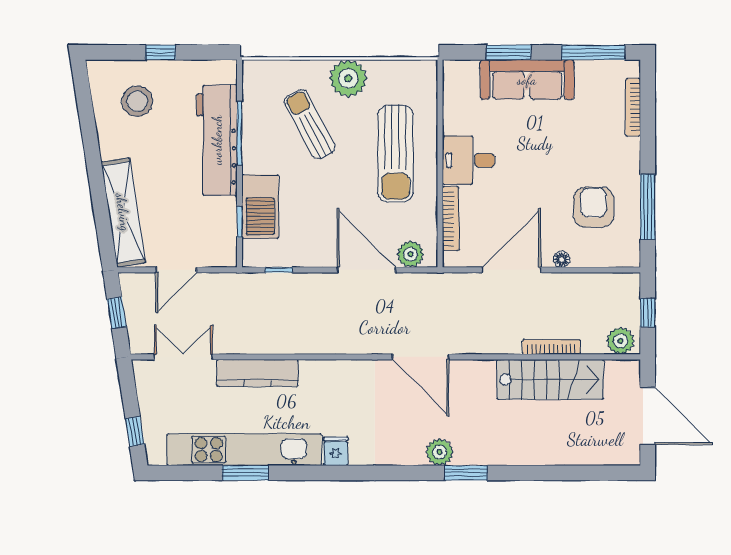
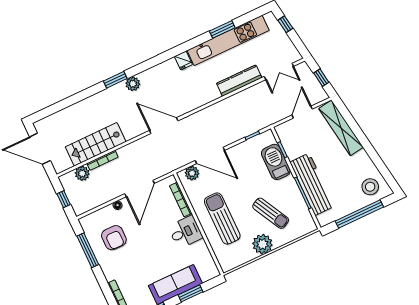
window: (161, 52) -> (359, 214), width x3.17
stool: (137, 101) -> (370, 187), moved
plant: (620, 341) -> (82, 173), moved

